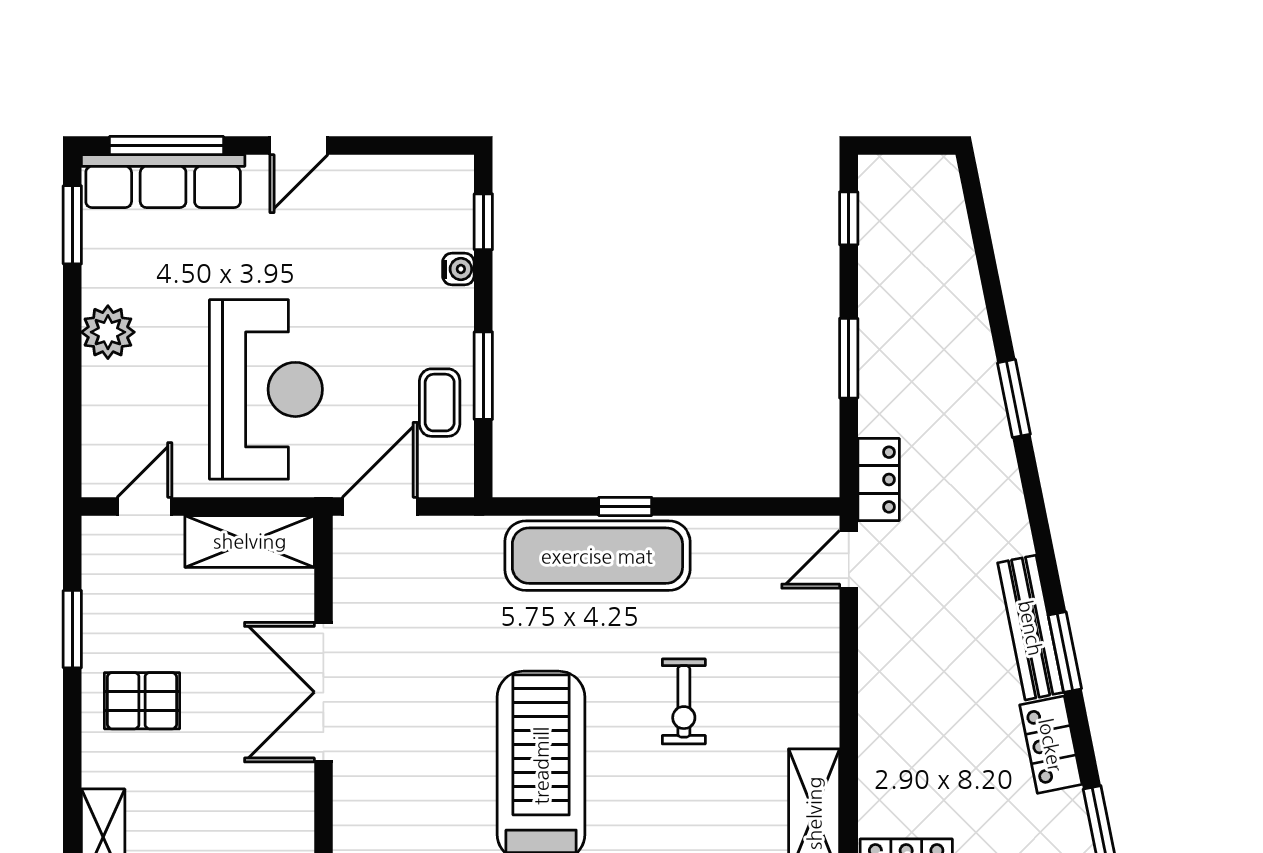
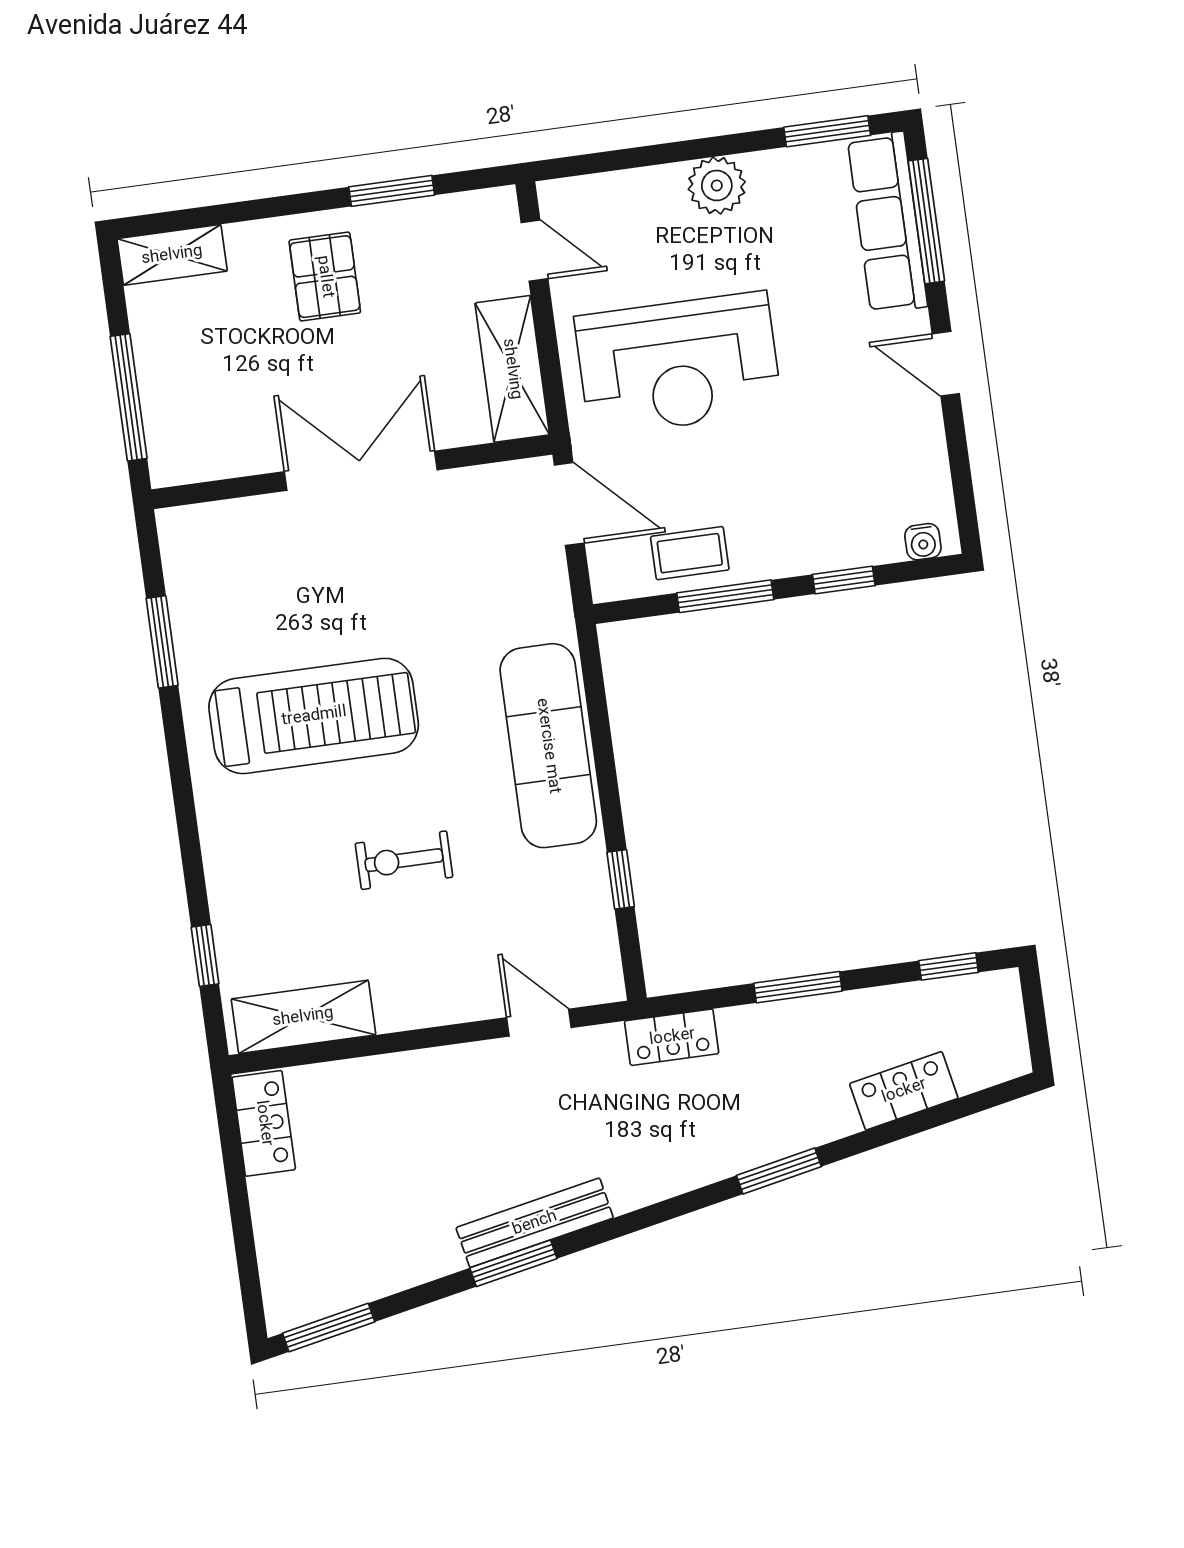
window: (483, 222) -> (844, 580), moved
water cooler: (458, 269) -> (923, 542), moved
window: (625, 506) -> (621, 879), moved
door: (849, 559) -> (539, 1023), moved
locker: (1051, 745) -> (904, 1091), moved

